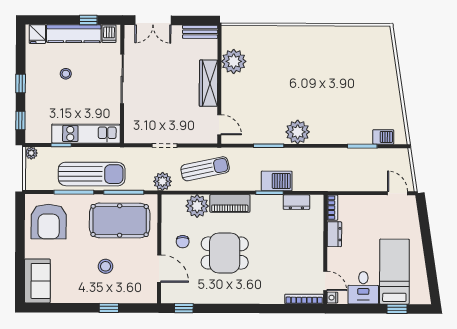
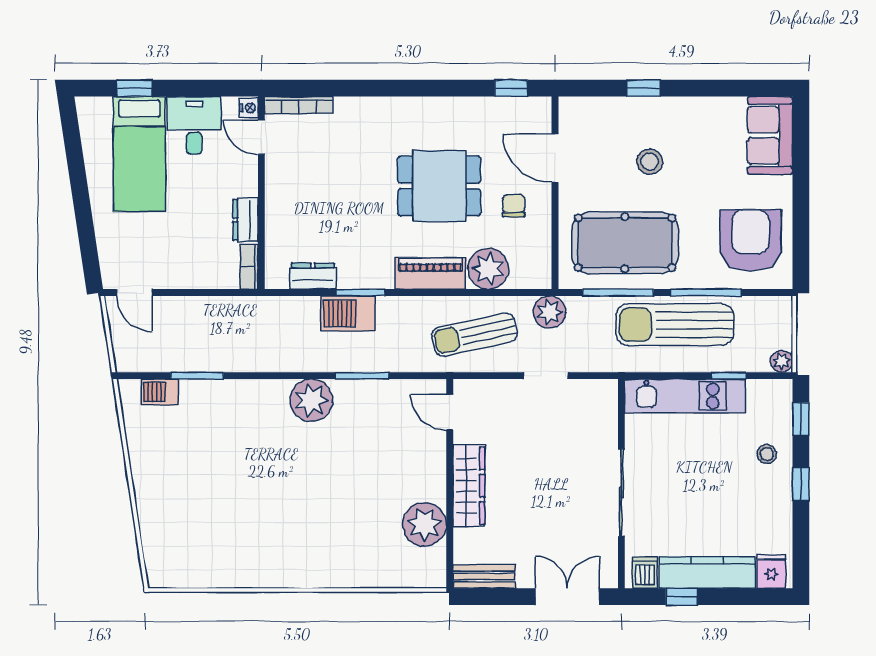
stool: (66, 74) -> (767, 454), moved

